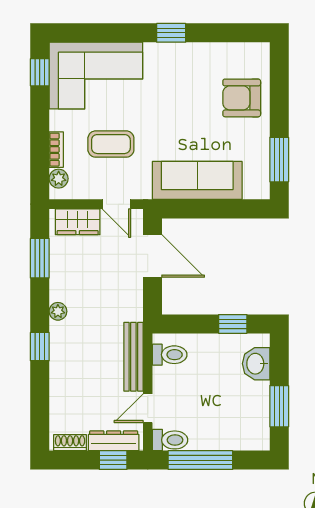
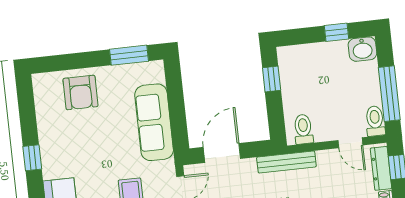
bench: (133, 357) -> (286, 162), moved
washbasin: (256, 364) -> (362, 49), moved
window: (279, 406) -> (336, 32), width x0.67

